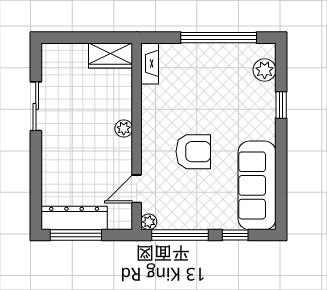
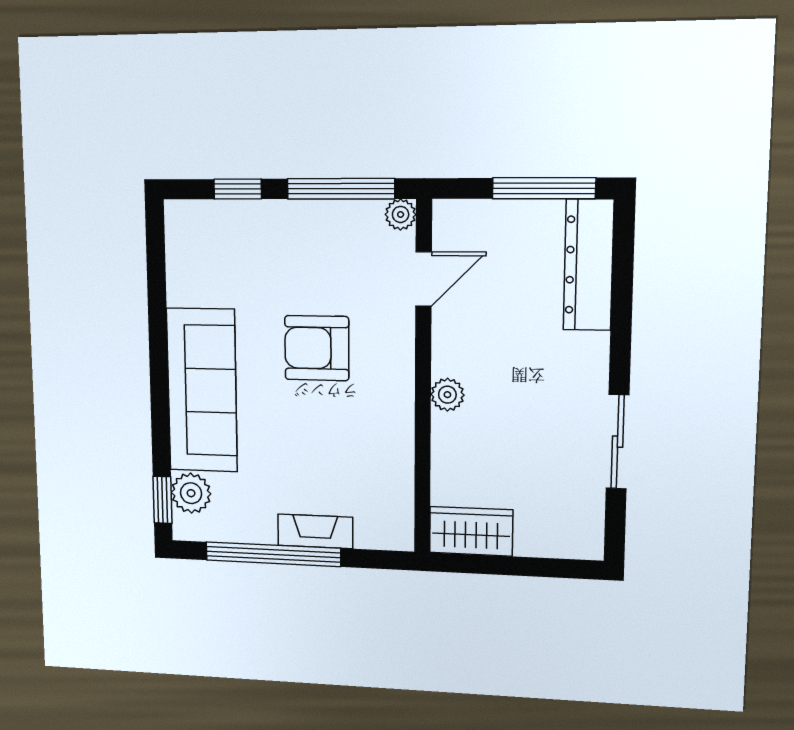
fireplace: (150, 63) -> (315, 531), moved, turned 90
window: (281, 105) -> (162, 500), moved
sofa: (257, 185) -> (202, 390), moved
dresser: (74, 218) -> (589, 265), moved, turned 90

